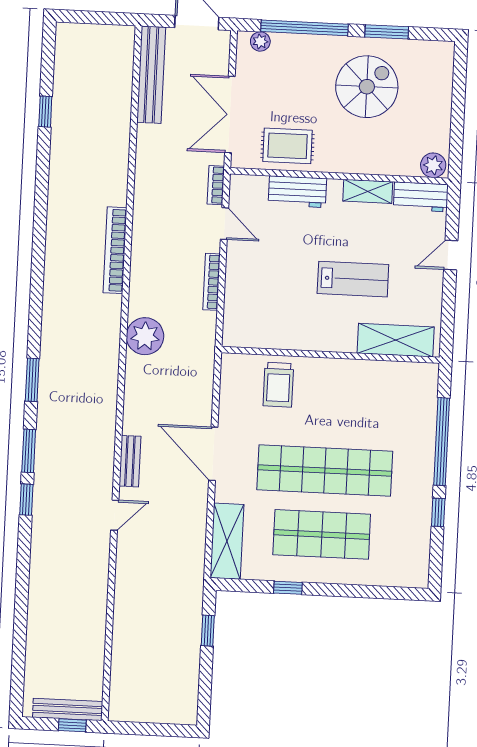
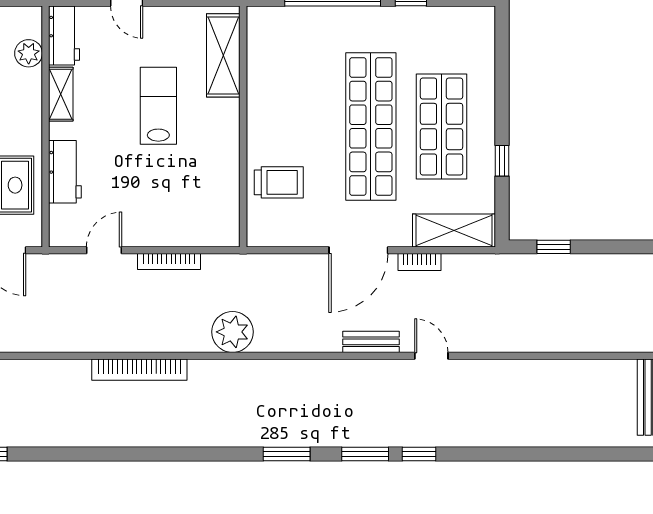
plant: (433, 165) -> (29, 53), moved
bookcase: (216, 185) -> (419, 262), moved

